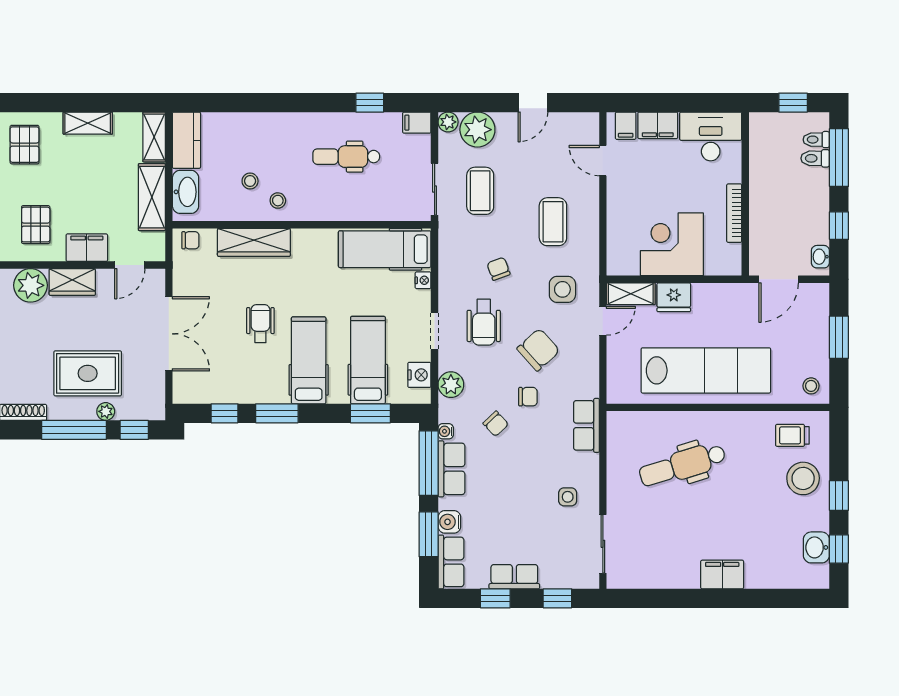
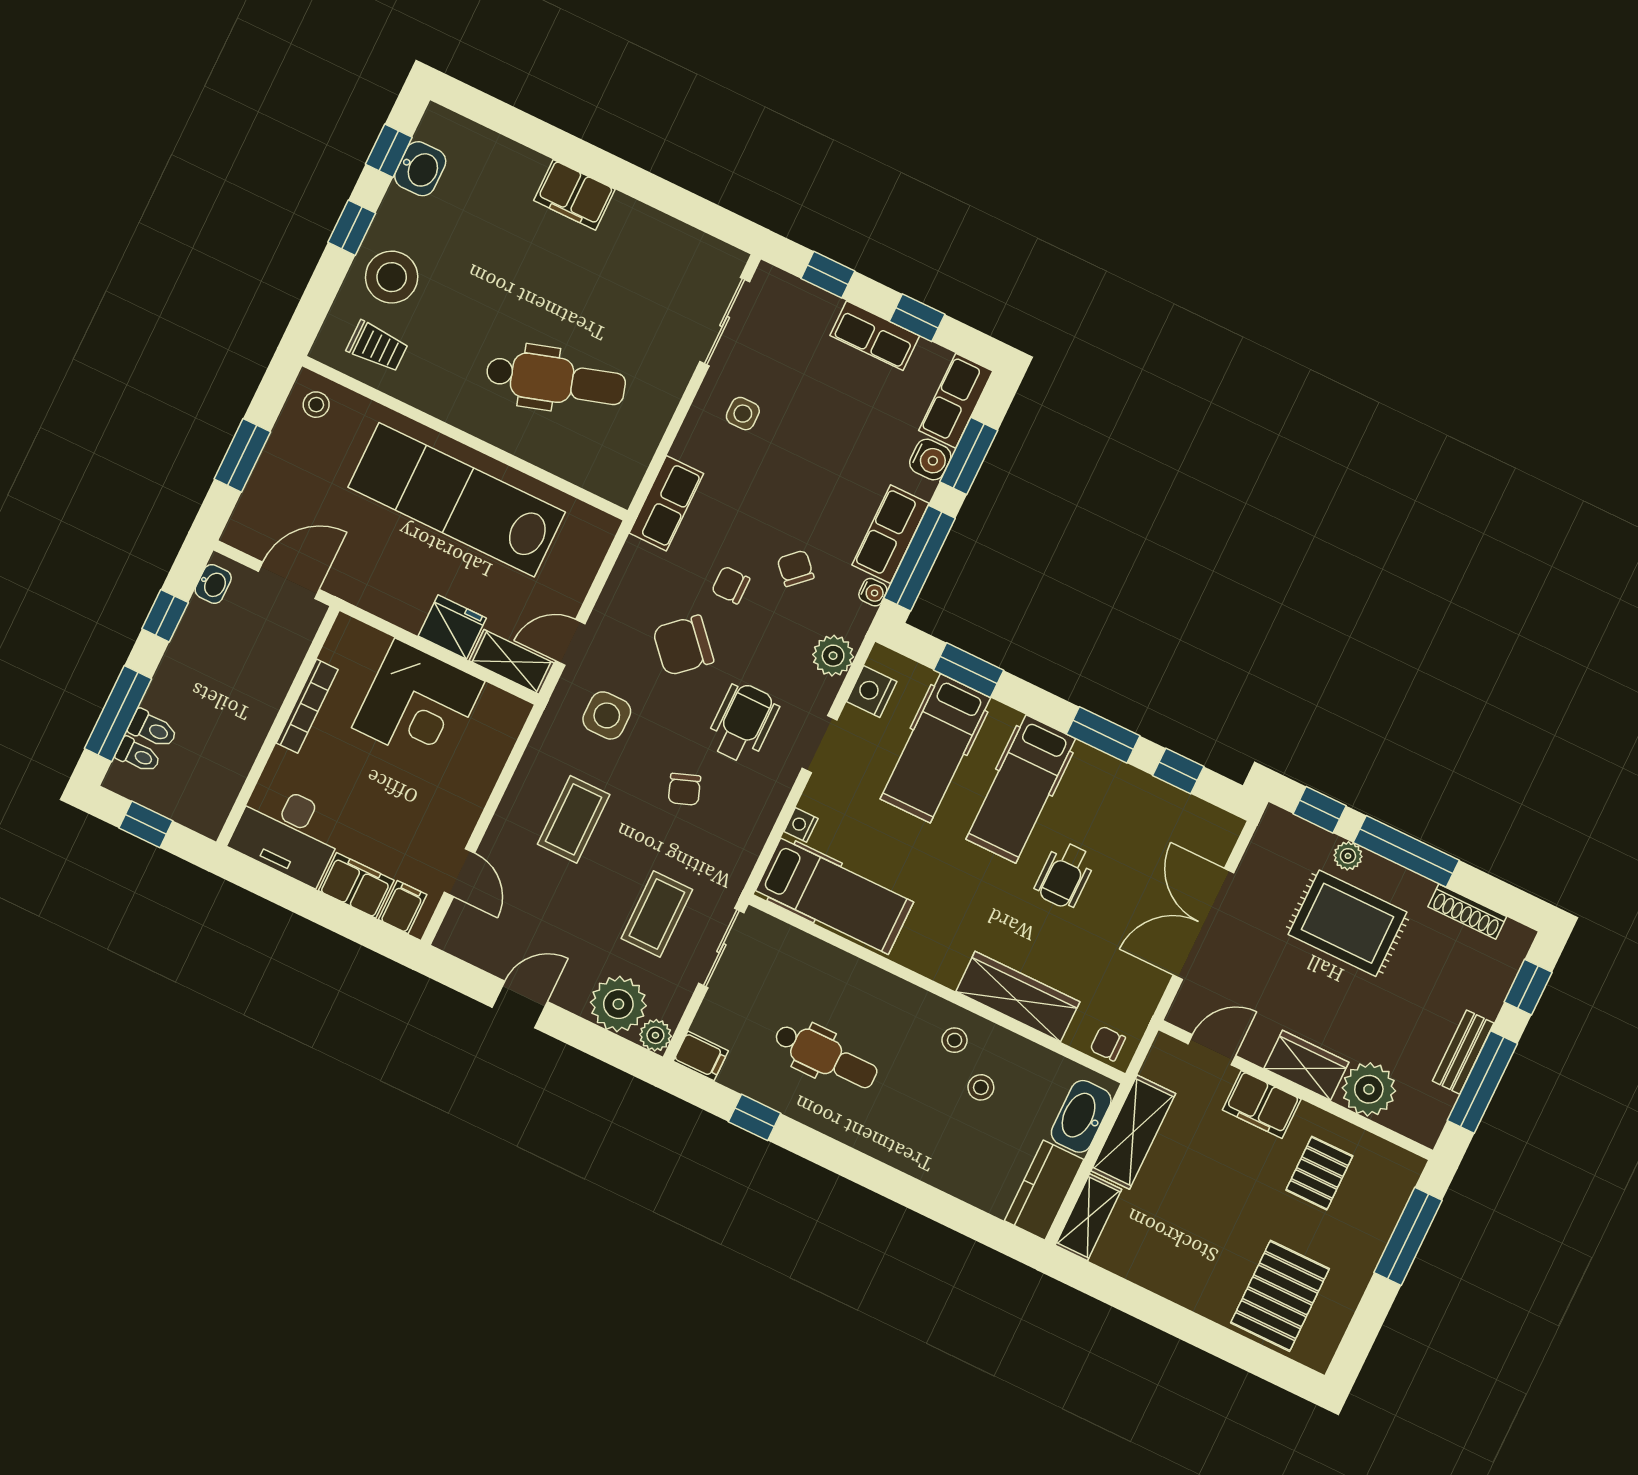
shelving: (88, 123) -> (1174, 1283), removed
pallet: (25, 145) -> (1280, 1296), width x1.50, depth x1.42

